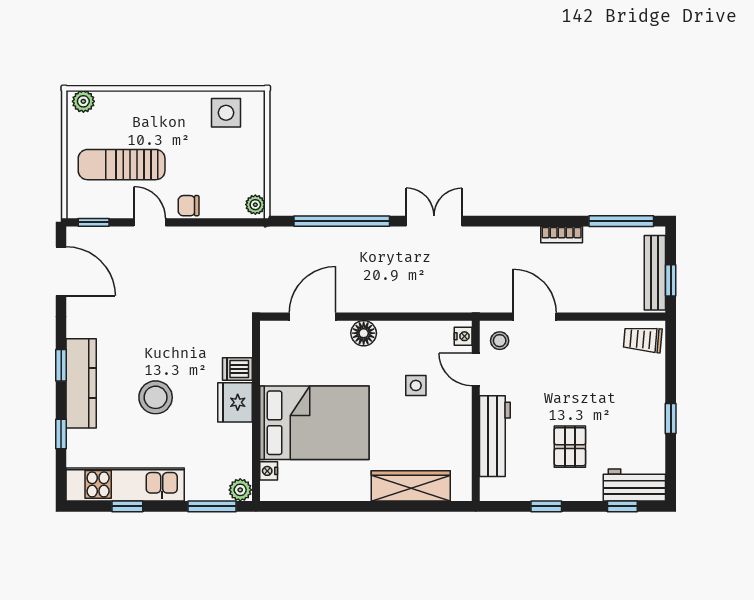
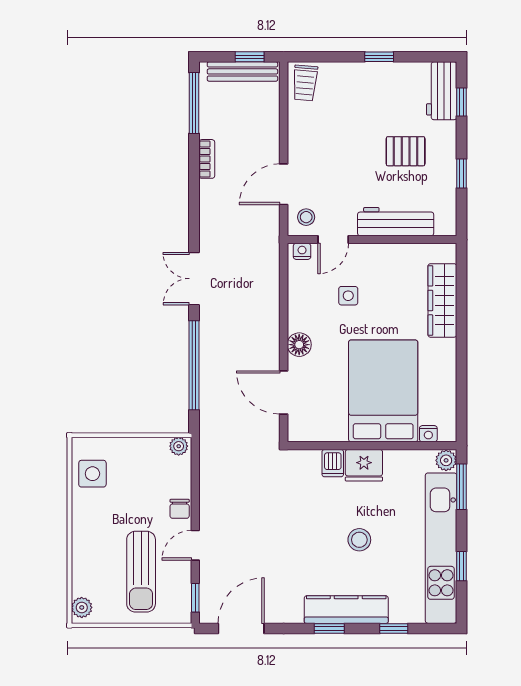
stool: (156, 397) -> (359, 540), width x0.73, depth x0.73
kitchen unit: (125, 484) -> (441, 548), width x1.36

